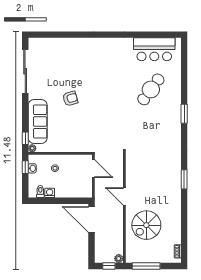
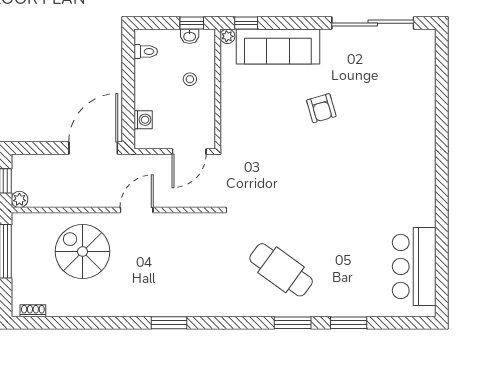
window: (184, 84) -> (349, 323), added
cafe table: (151, 89) -> (281, 270), moved
washing machine: (50, 193) -> (143, 120), moved

